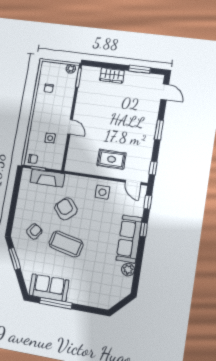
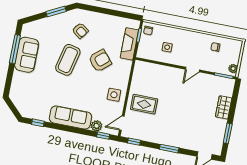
door: (70, 127) -> (192, 70), moved
rug: (112, 159) -> (144, 104), turned 90
window: (144, 230) -> (38, 123), moved
plant: (128, 270) -> (97, 126), moved
sofa: (49, 288) -> (27, 55), moved

